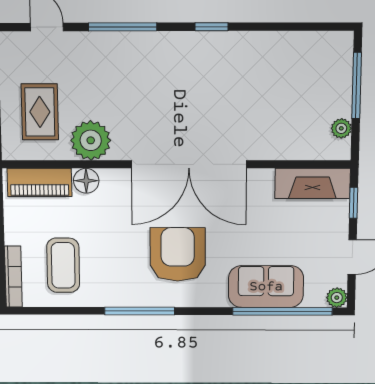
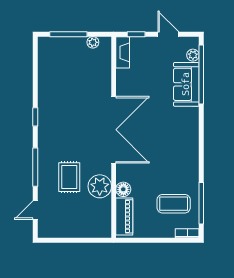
rug: (40, 112) -> (69, 177), moved, turned 90
fireplace: (313, 183) -> (123, 52), width x0.73, depth x0.76
armchair: (178, 254) -> (167, 136), removed
bookcase: (13, 277) -> (187, 233), width x0.64
plant: (337, 298) -> (193, 55), moved
window: (140, 311) -> (201, 203), moved

